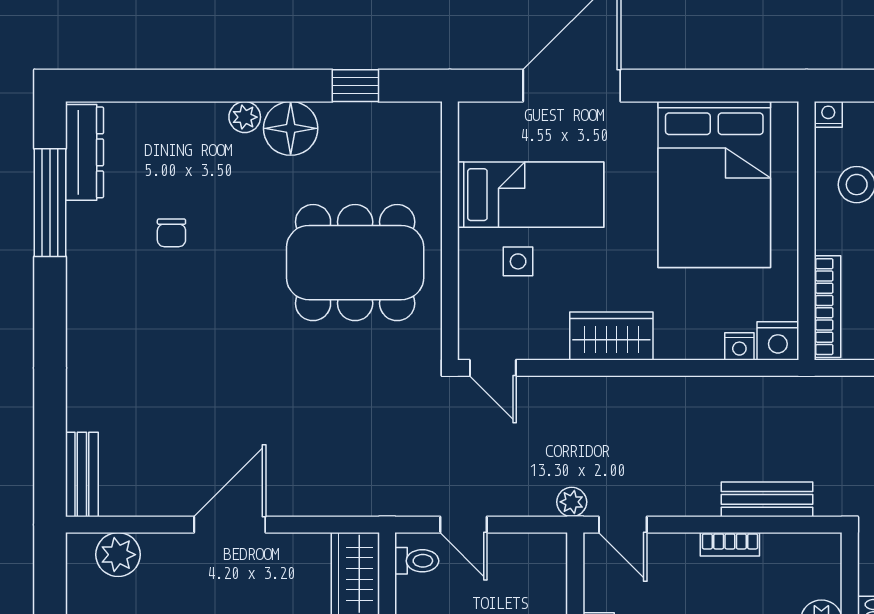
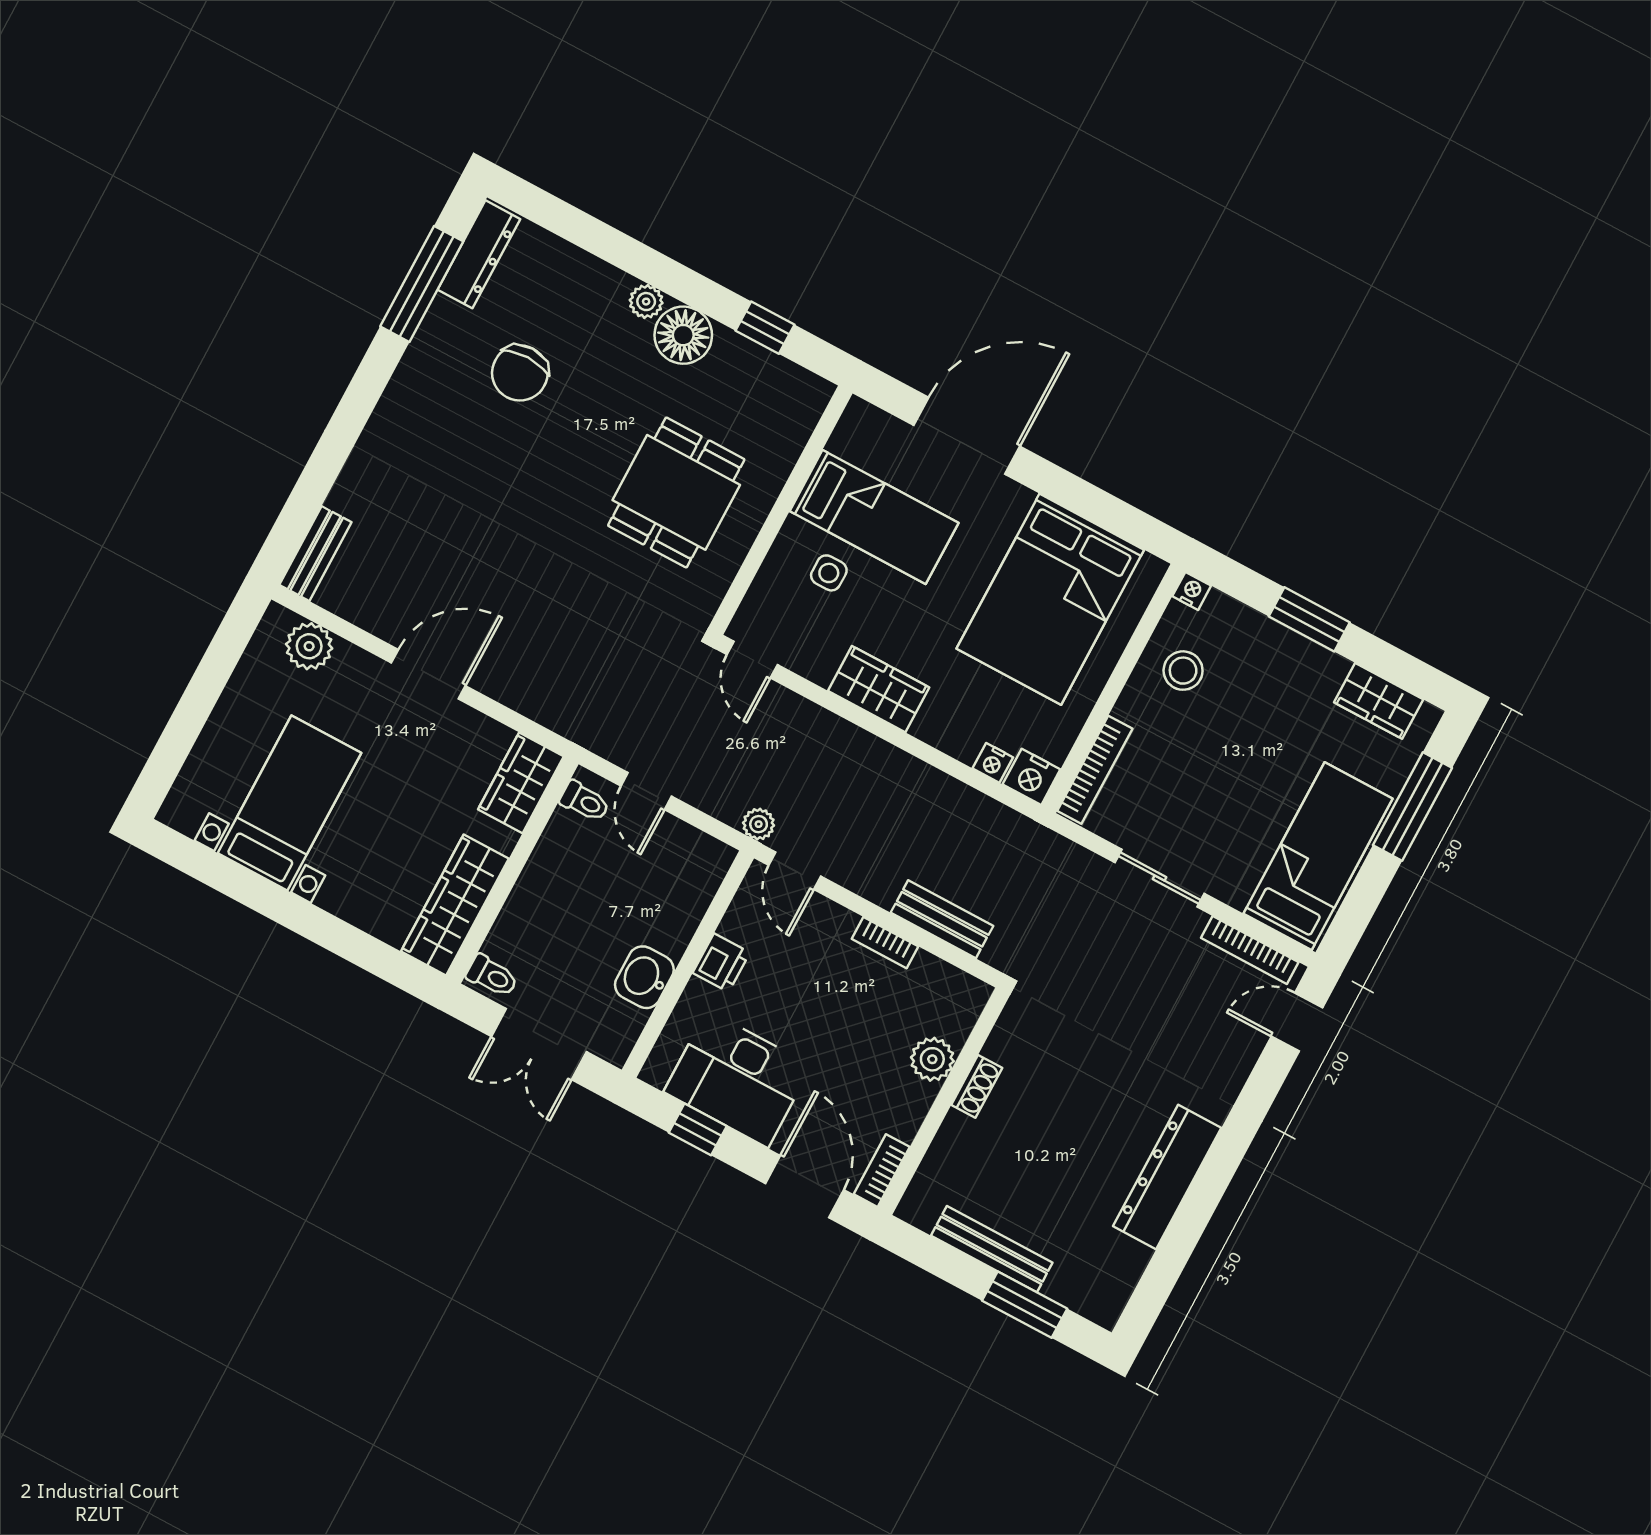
chair: (171, 233) -> (520, 373), width x1.87, depth x1.87
dining table: (355, 263) -> (676, 492), width x0.73

